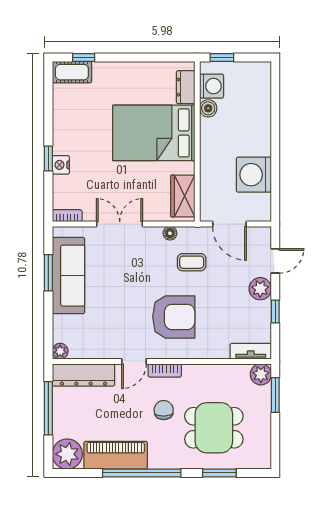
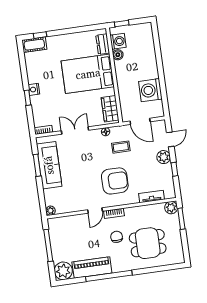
nightstand: (61, 165) -> (34, 89), moved
tv unit: (251, 351) -> (151, 196), moved
dresser: (84, 375) -> (66, 223), removed
window: (219, 473) -> (155, 269), removed

